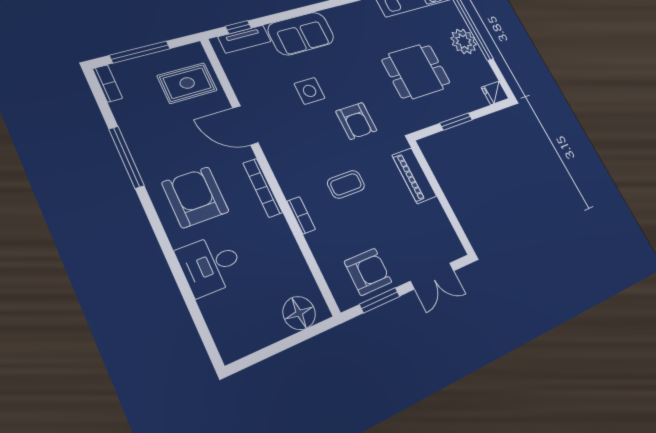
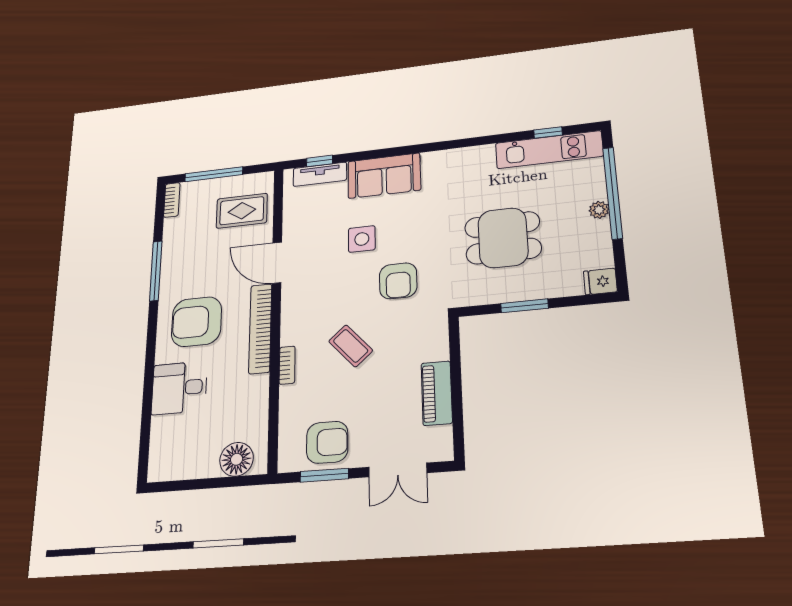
plant: (464, 41) -> (599, 210), width x0.53, depth x0.53
piano: (414, 176) -> (437, 393), moved
coffee table: (346, 184) -> (351, 346), turned 48
bookcase: (263, 188) -> (260, 328), width x1.48, depth x1.31
armchair: (195, 197) -> (196, 322), turned -90

